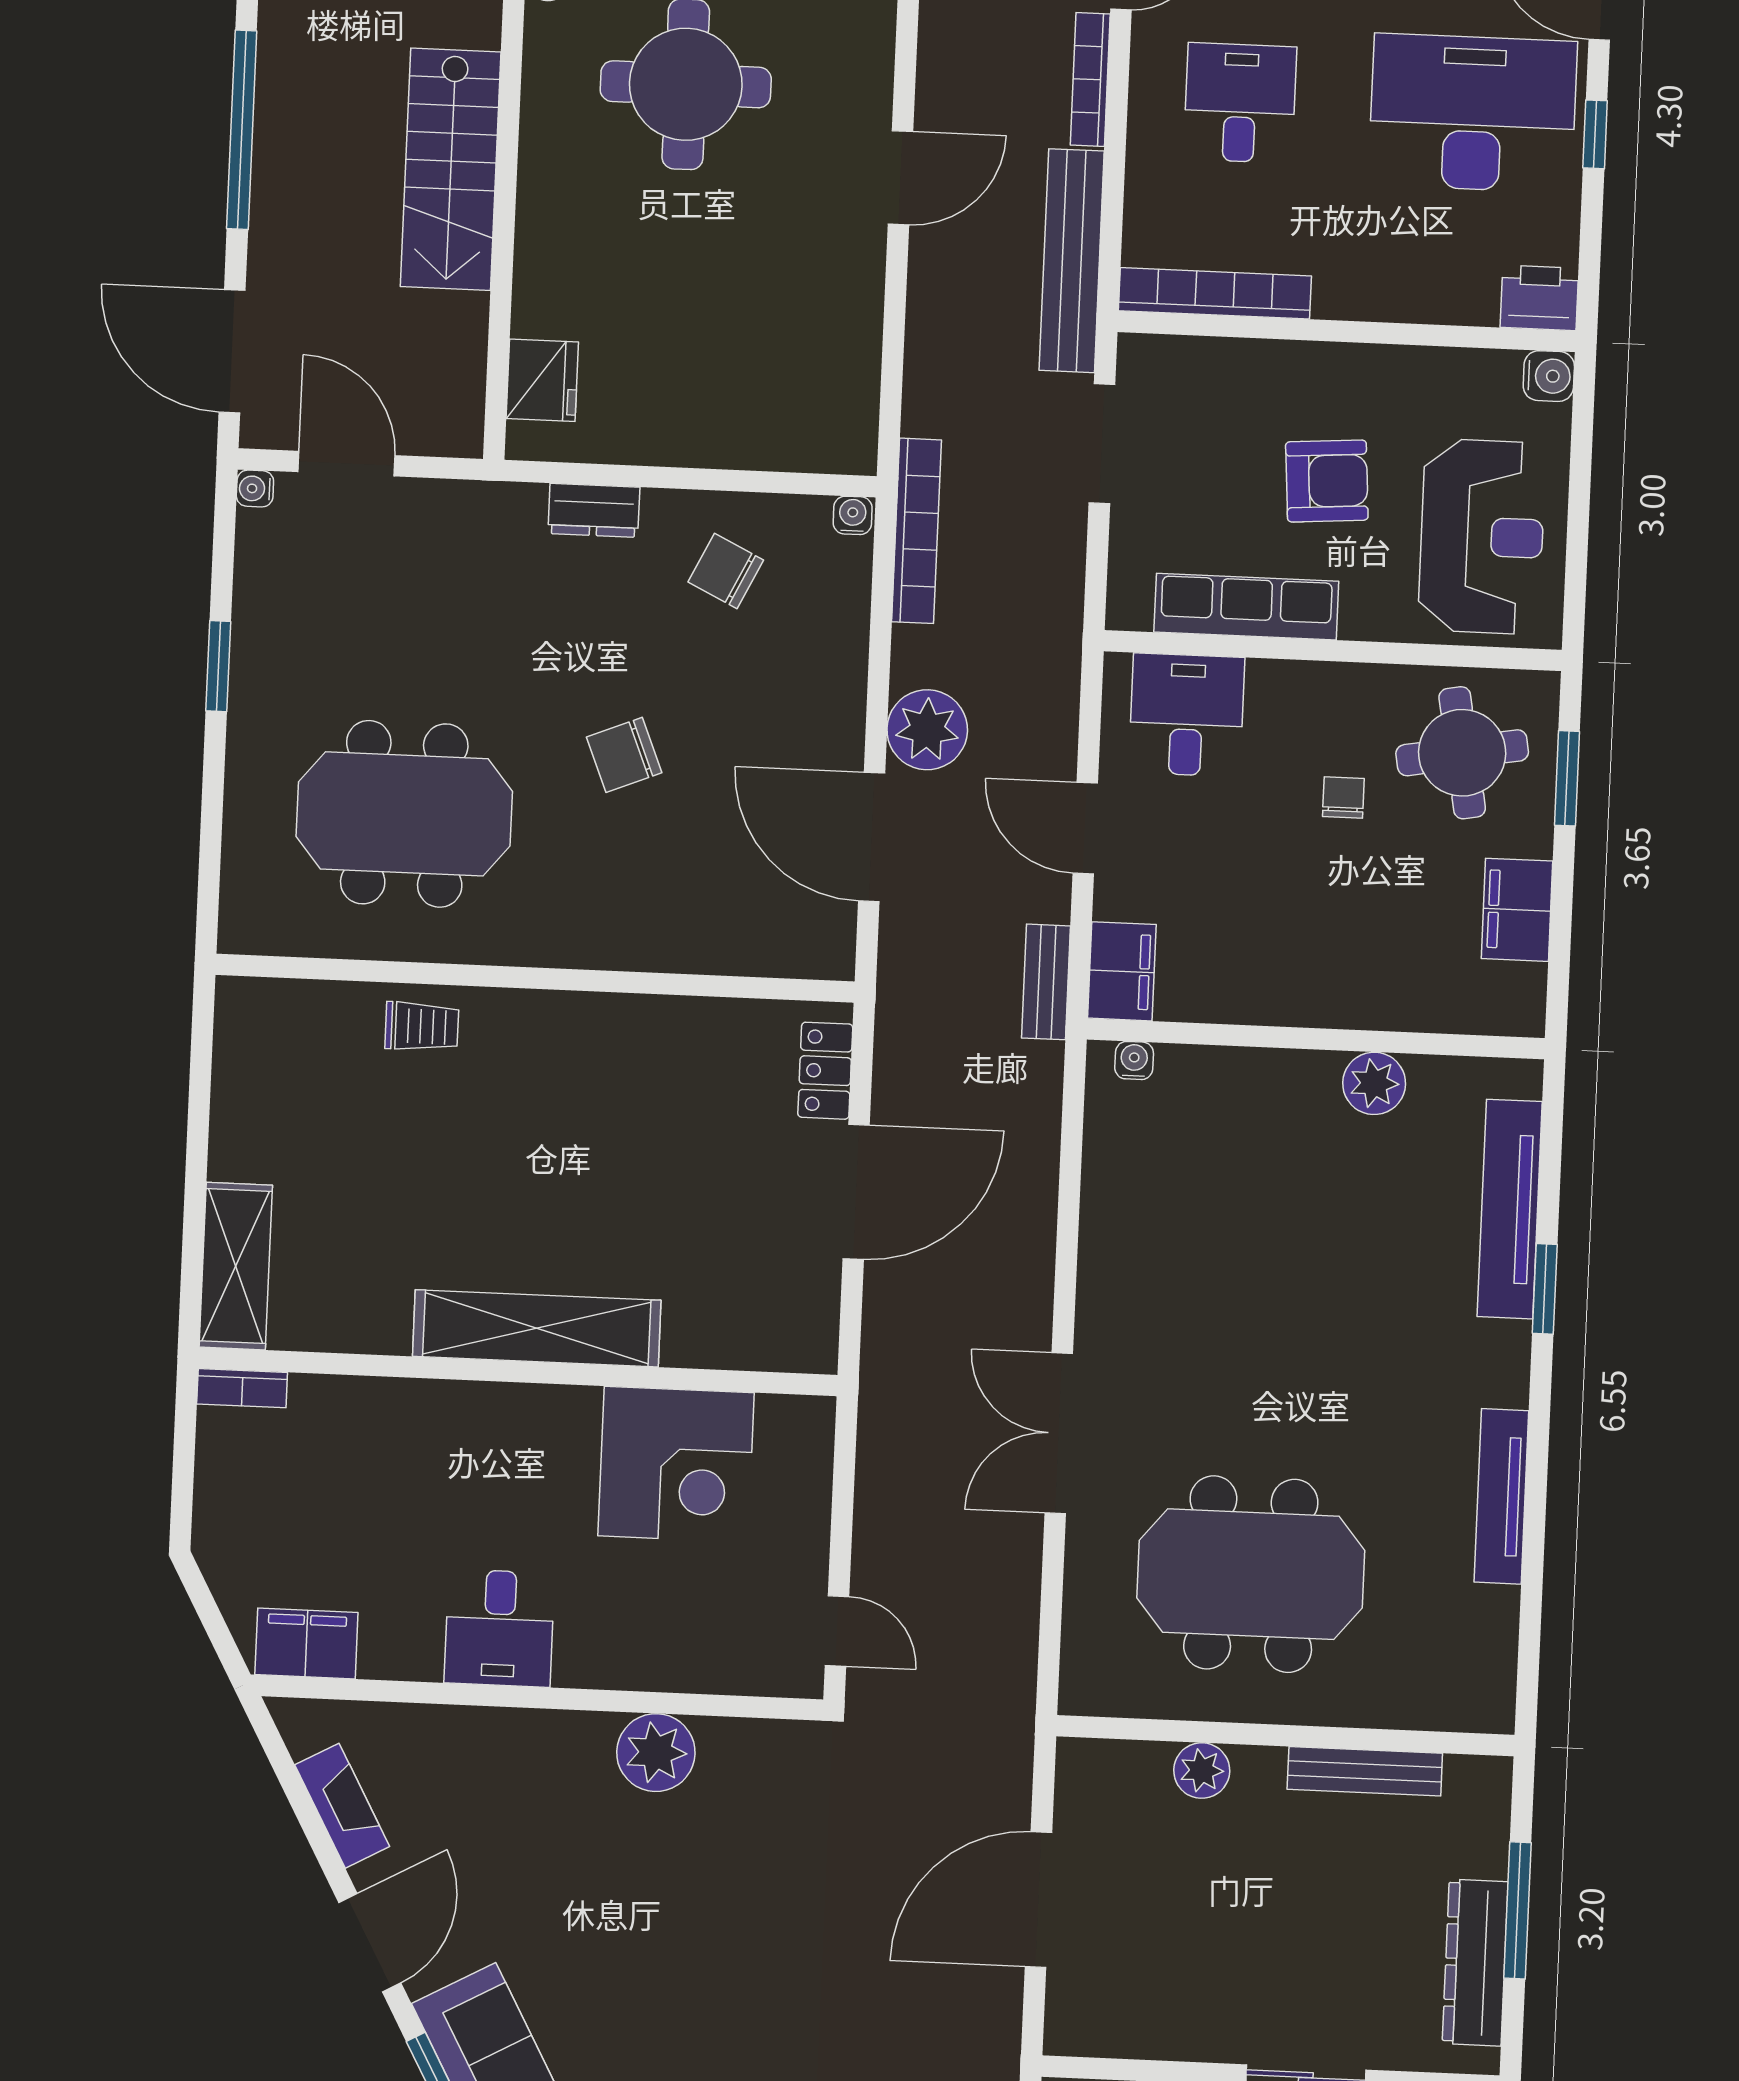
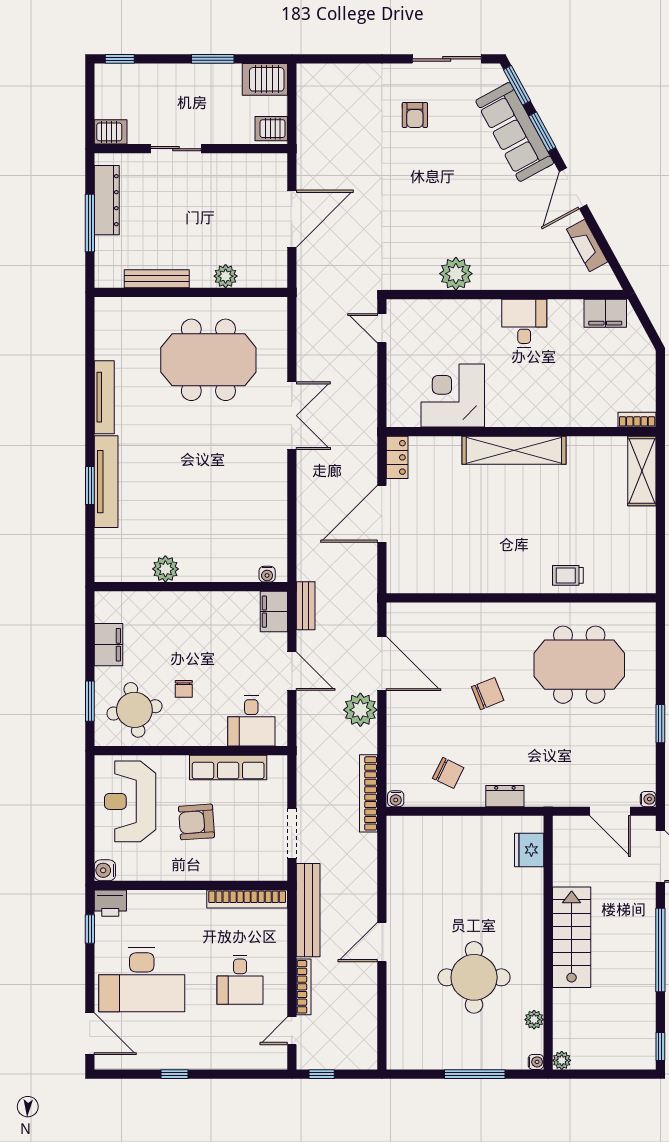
window: (1595, 134) -> (90, 929), moved
locker: (825, 1071) -> (397, 457), moved
tv unit: (1510, 1209) -> (106, 482), moved

